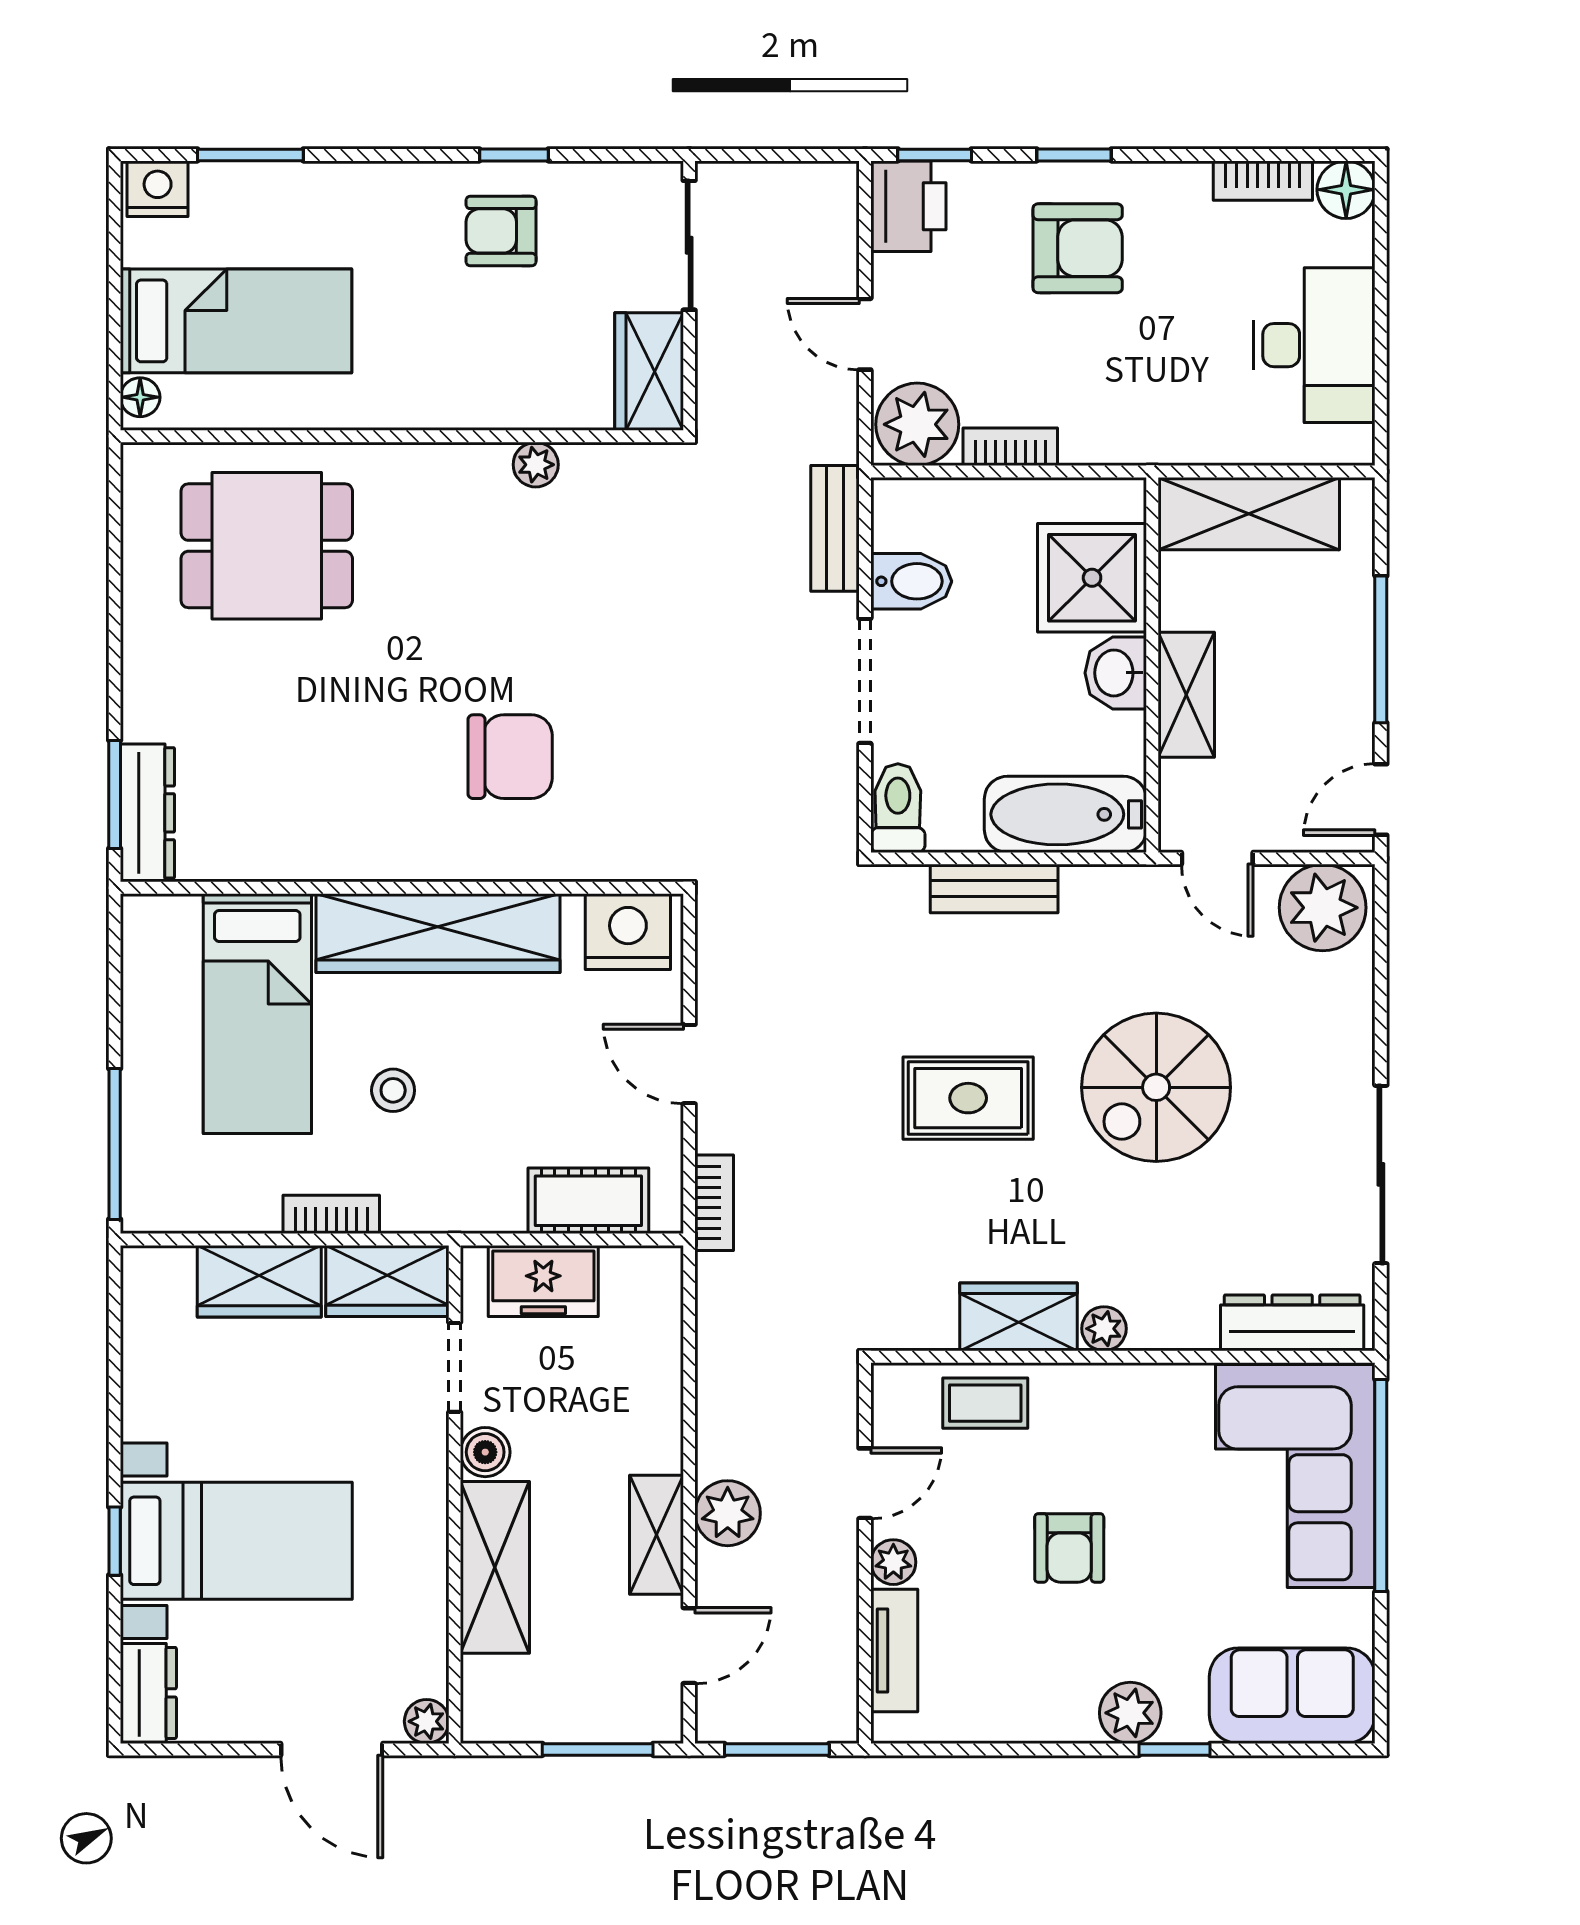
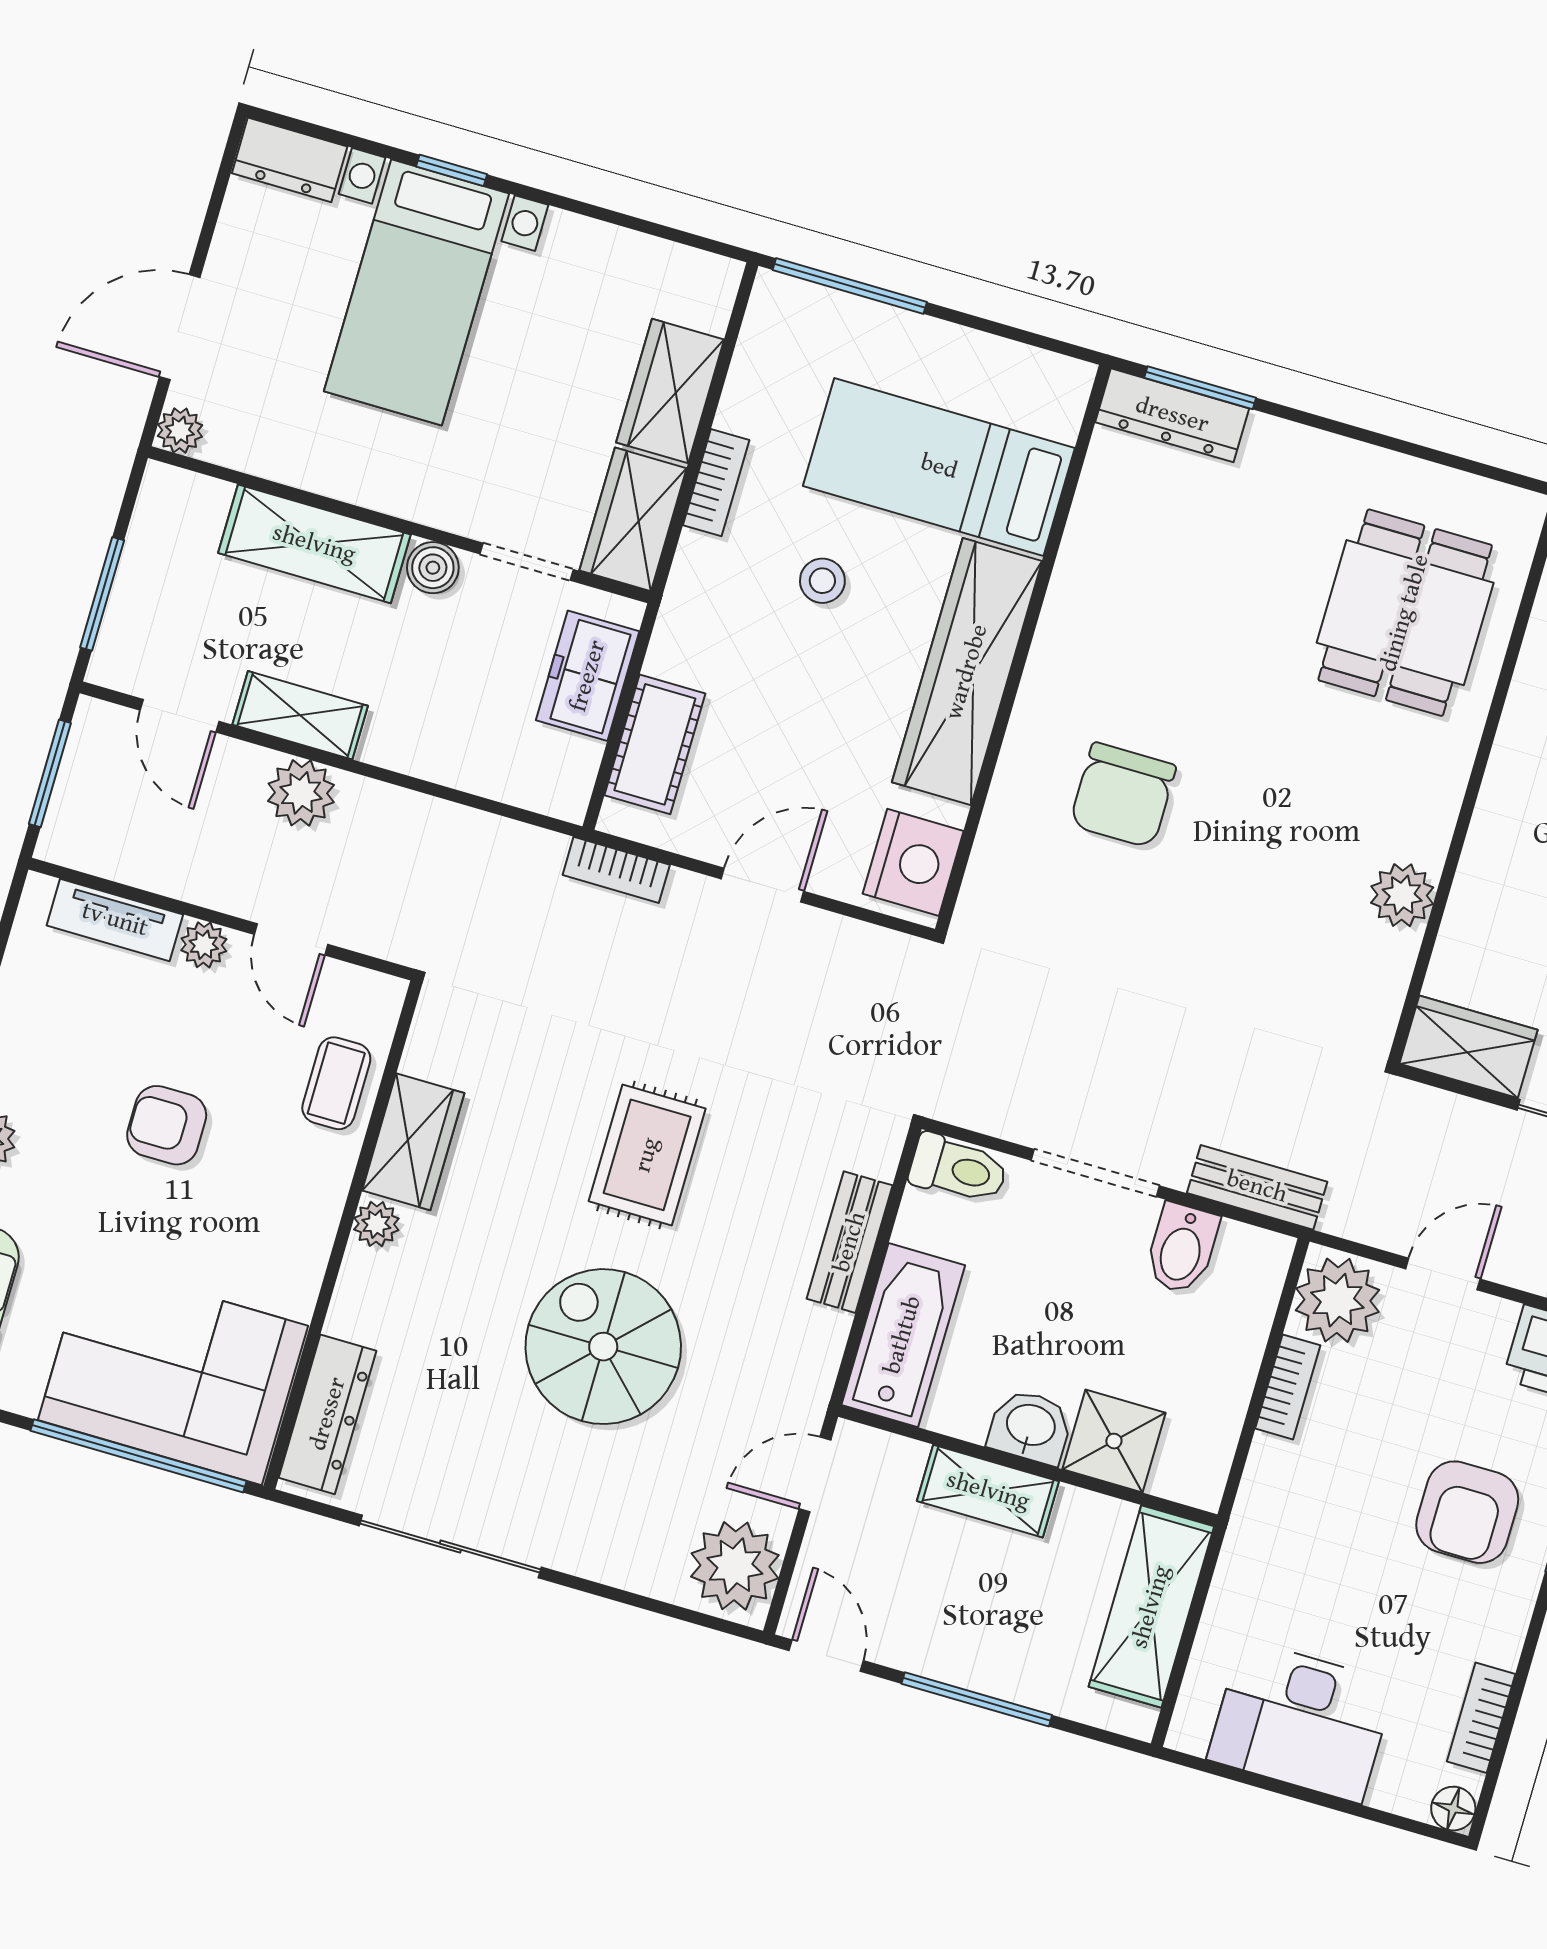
floor lamp: (1346, 190) -> (1453, 1809), width x0.73, depth x0.73
plant: (536, 465) -> (1402, 895), width x1.38, depth x1.38
shower: (1092, 578) -> (1114, 1441), width x0.73, depth x0.73

